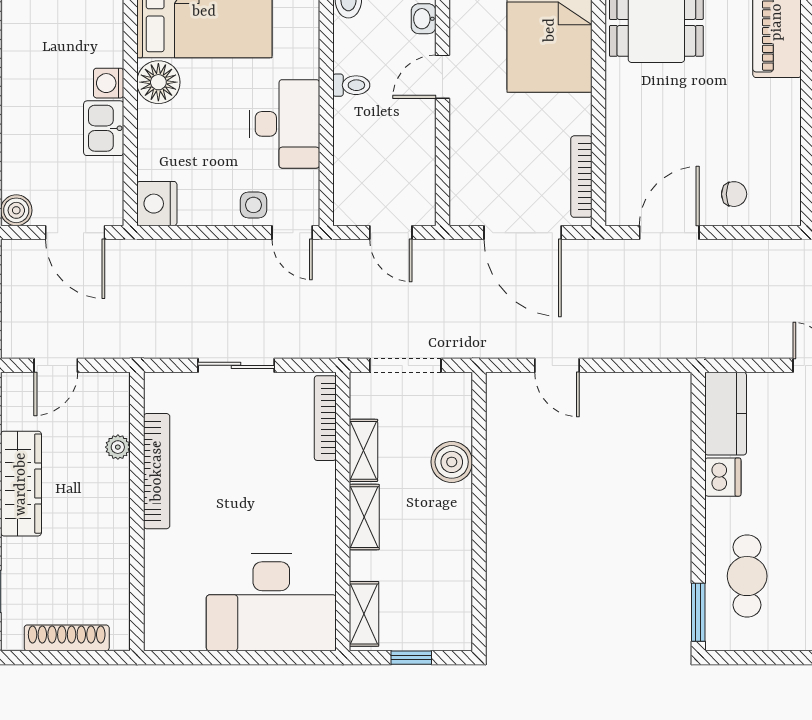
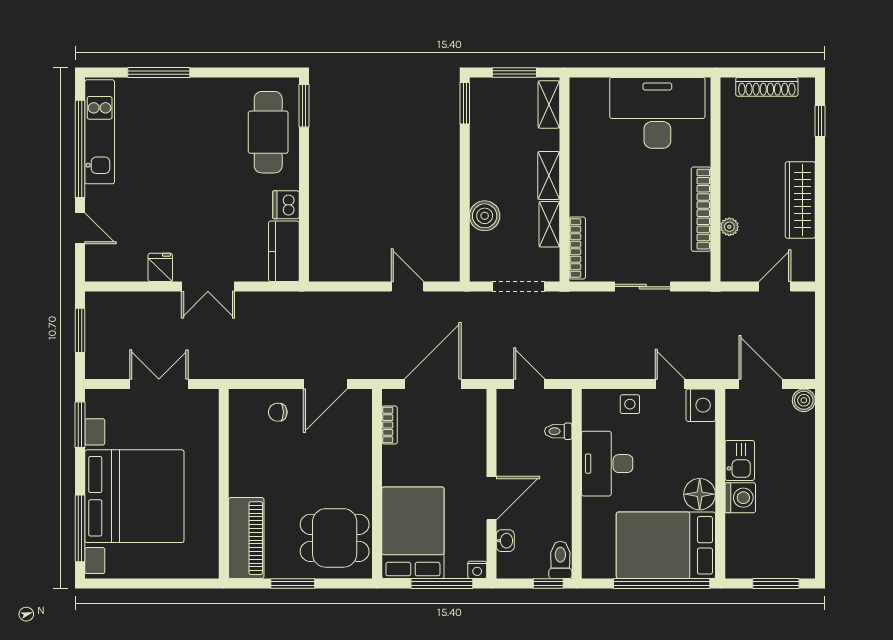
door: (442, 77) -> (491, 498), width x1.38
washing machine: (109, 83) -> (740, 498), width x1.38, depth x1.38
toilet: (351, 85) -> (558, 431), moved
bookcase: (581, 177) -> (390, 425), width x0.64
door: (292, 233) -> (670, 384), moved
door: (523, 233) -> (433, 384), hinge flipped
cafe table: (747, 576) -> (268, 132), width x1.37, depth x1.35
desk: (271, 602) -> (657, 113), moved
window: (479, 616) -> (465, 103), added
window: (411, 658) -> (514, 72), width x1.50

